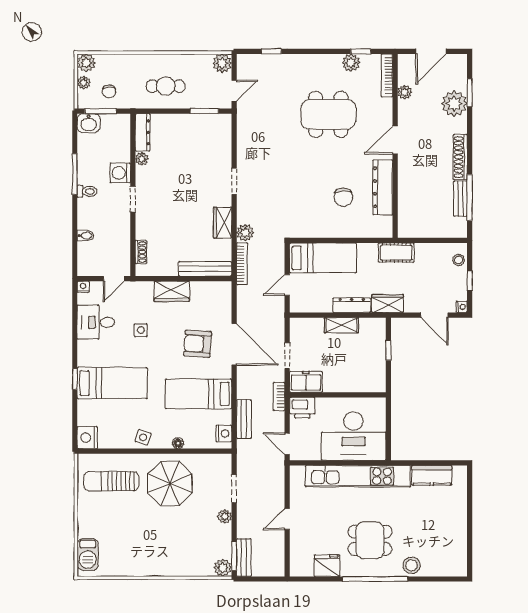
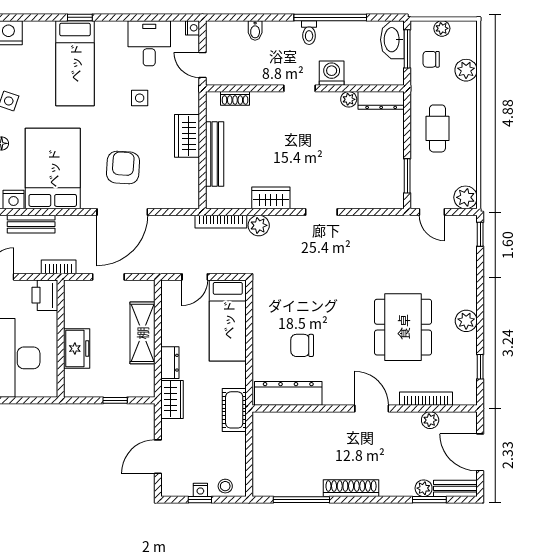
window: (271, 51) -> (480, 234), moved
plant: (86, 63) -> (466, 70), moved
plant: (351, 63) -> (466, 321), moved
bookcase: (387, 75) -> (426, 399), moved
plant: (454, 104) -> (424, 488), width x0.53, depth x0.53
washbasin: (89, 123) -> (392, 40), width x1.38
window: (75, 174) -> (330, 17), width x1.46
dresser: (383, 187) -> (288, 393), moved
bench: (460, 199) -> (455, 488), moved
bench: (205, 269) -> (215, 154), moved
door: (287, 285) -> (195, 277), swing flipped
dresser: (352, 305) -> (170, 363), width x0.70
nightstand: (462, 307) -> (200, 490), moved
shelving: (341, 325) -> (142, 333), width x1.50, depth x1.33
freezer: (306, 382) -> (77, 349), moved
bed: (198, 394) -> (53, 168), width x1.50

